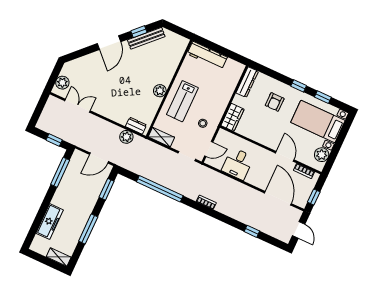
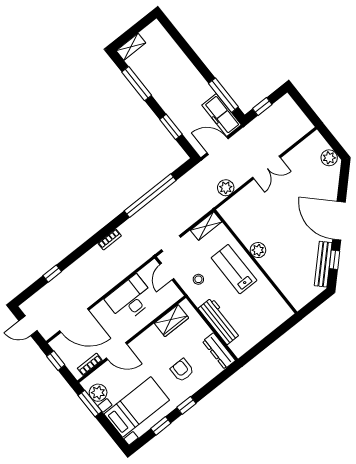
door: (109, 43) -> (339, 221), width x1.36
workbench: (207, 56) -> (219, 321), moved, turned 90
plant: (62, 83) -> (329, 158), moved
double door: (77, 106) -> (266, 168), moved
wardrobe: (233, 117) -> (171, 321), moved, turned -90
dresser: (136, 126) -> (233, 205), removed
window: (332, 157) -> (90, 403), added
door: (99, 158) -> (218, 146), hinge flipped
desk: (238, 164) -> (130, 299), width x1.37
window: (107, 189) -> (171, 127), moved
freezer: (50, 222) -> (222, 115), moved
window: (88, 229) -> (137, 84), moved

